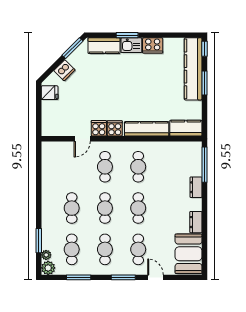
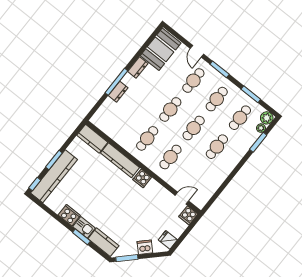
cooker: (99, 128) -> (188, 215), moved
door: (82, 139) -> (182, 198), moved
window: (204, 165) -> (116, 82), moved

